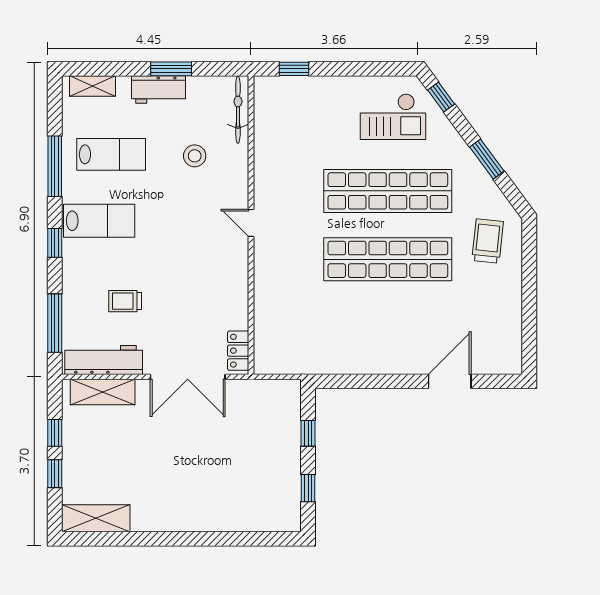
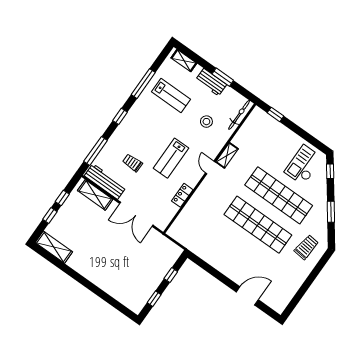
checkout: (393, 117) -> (304, 165), turned 90
shelving: (264, 186) -> (227, 155), added
lab bench: (99, 221) -> (171, 158), moved, turned 90
locker: (238, 351) -> (182, 195), moved

